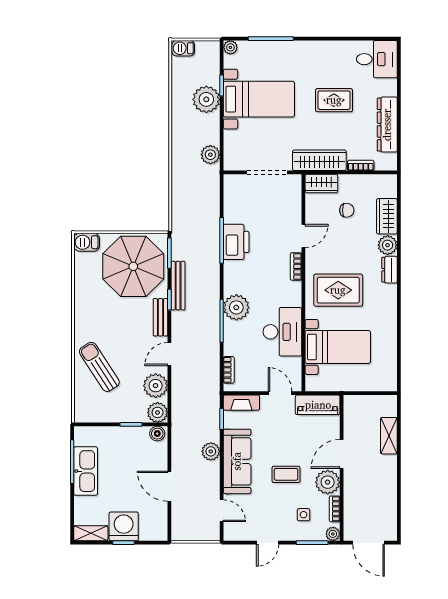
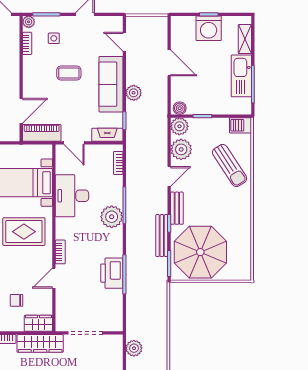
barbecue: (87, 242) -> (241, 125), moved, turned 180
door: (342, 454) -> (21, 111), moved
plant: (328, 482) -> (33, 66), removed
shelving: (91, 533) -> (245, 39), moved, turned 90

